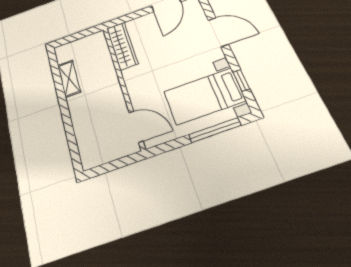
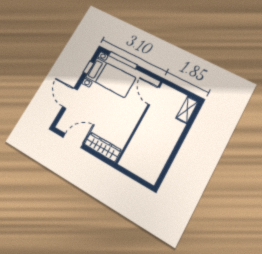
wardrobe: (122, 46) -> (103, 147), moved, turned 90
shelving: (69, 79) -> (187, 110), moved

